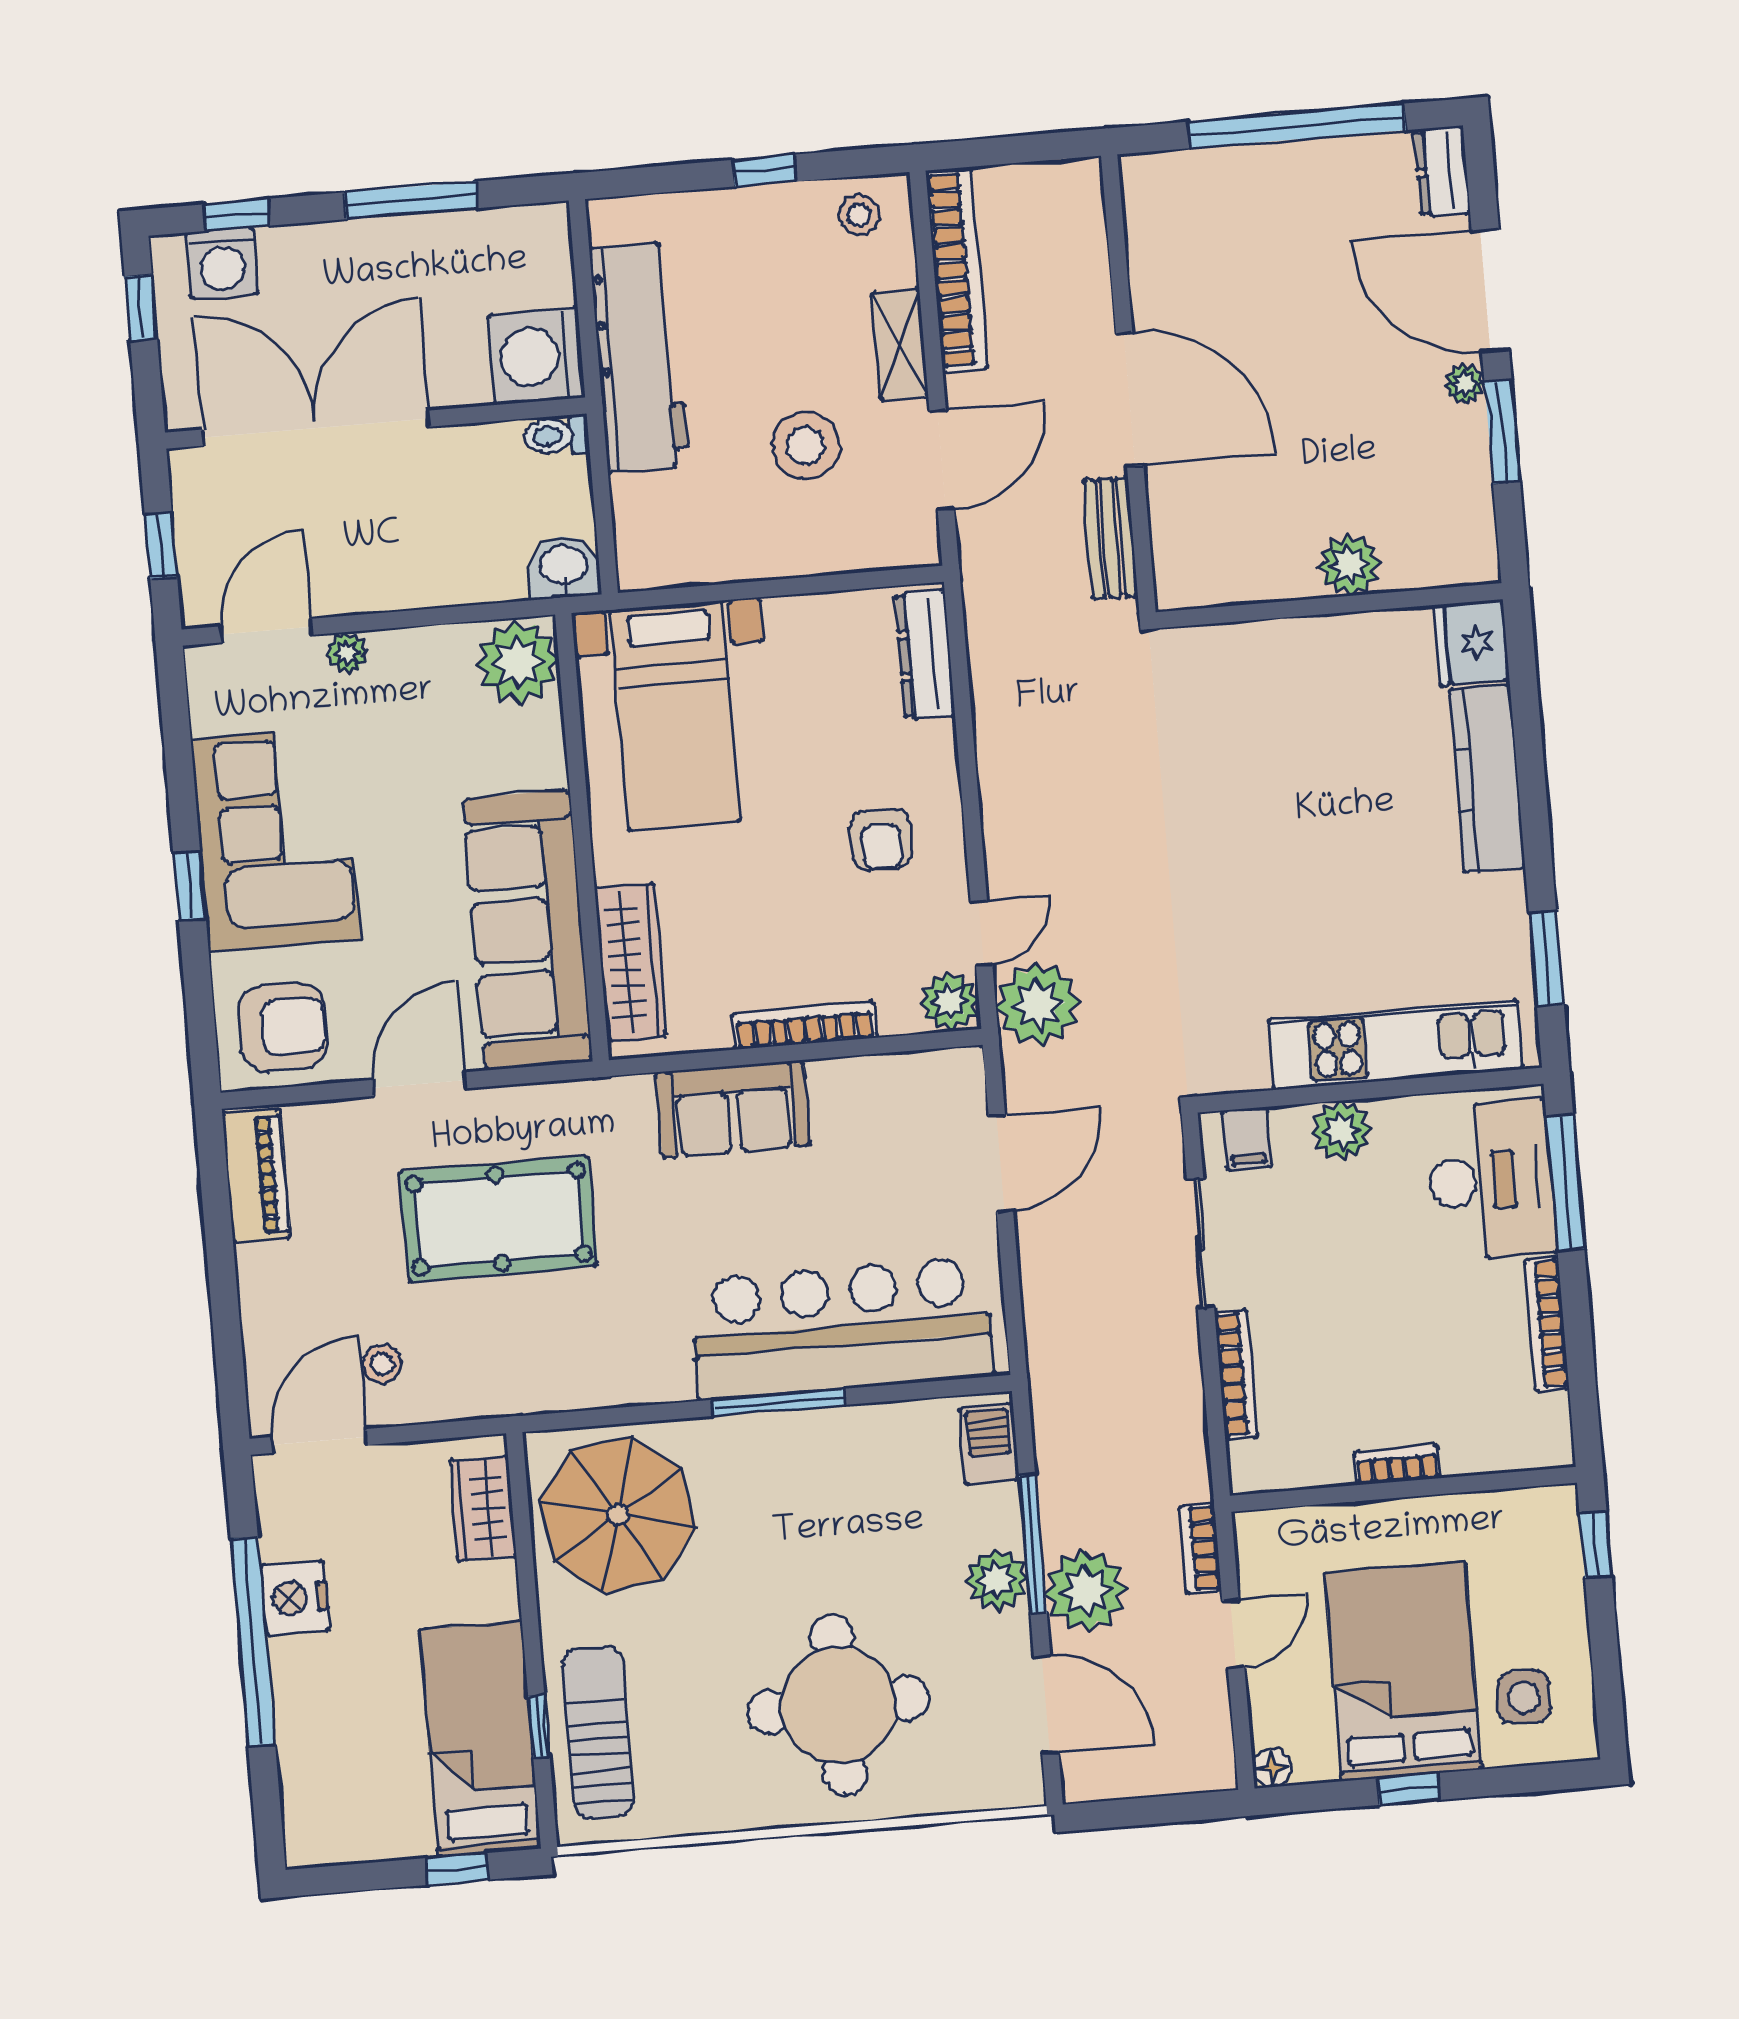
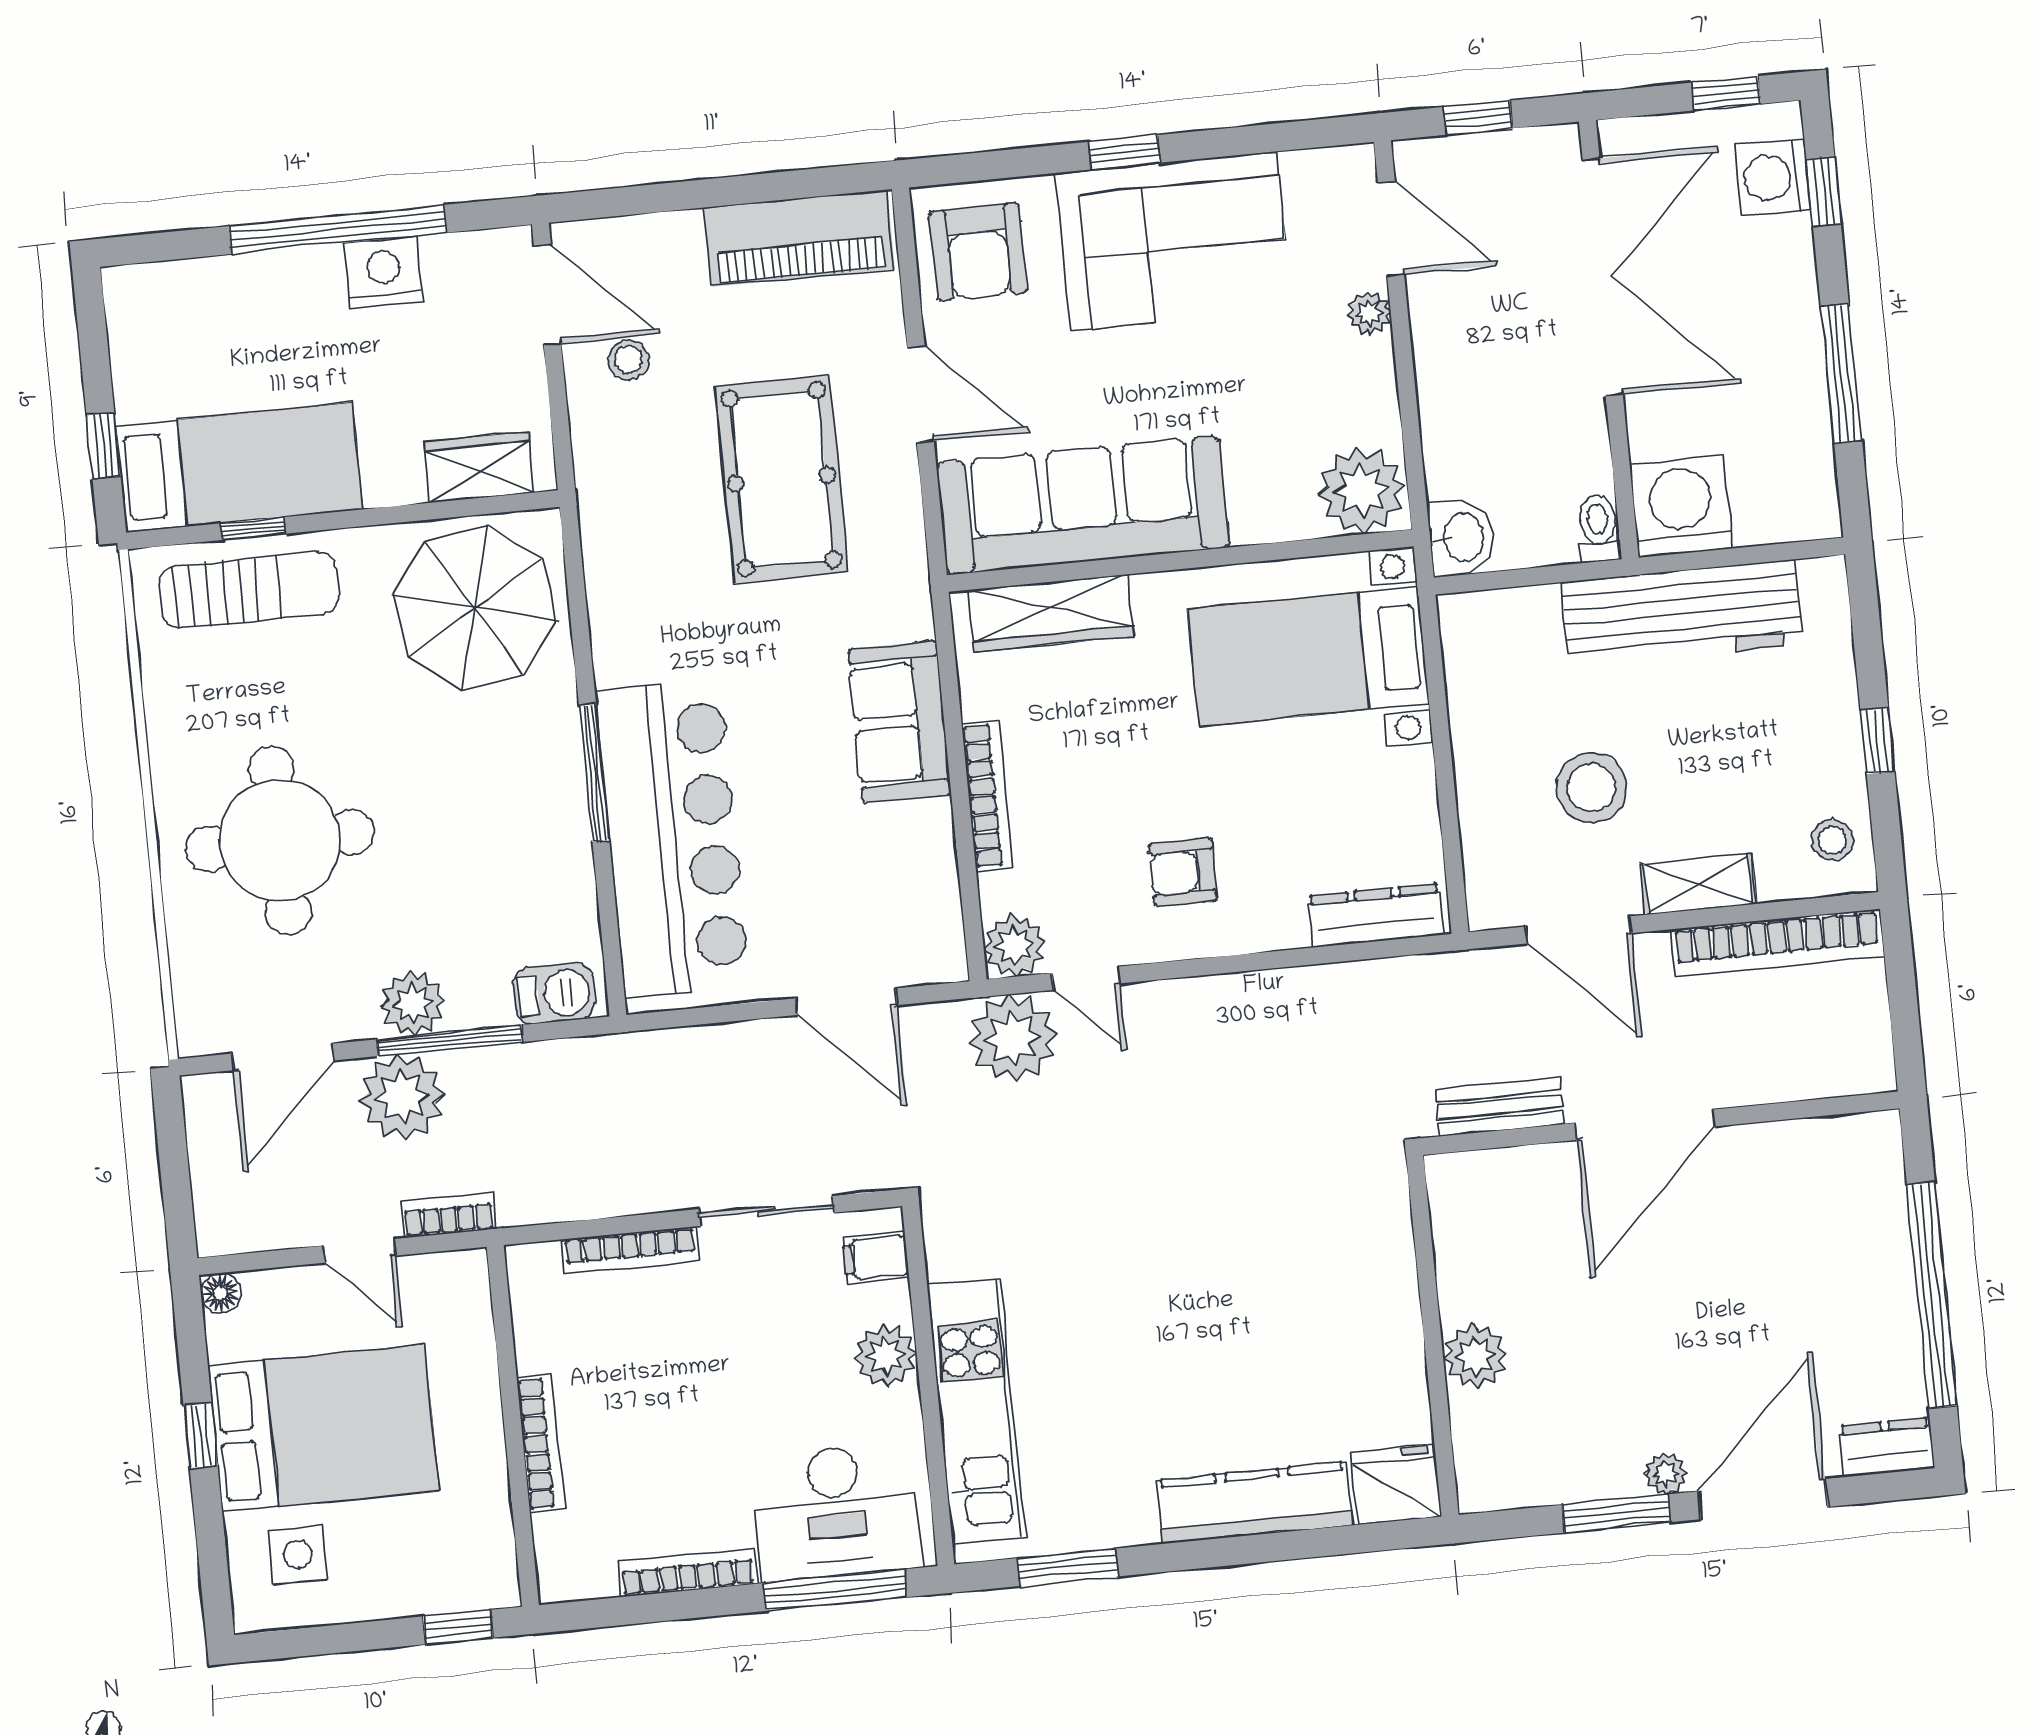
piano: (256, 1176) -> (799, 238), width x1.37, depth x1.33
bookcase: (1397, 1465) -> (541, 1443), width x1.56

